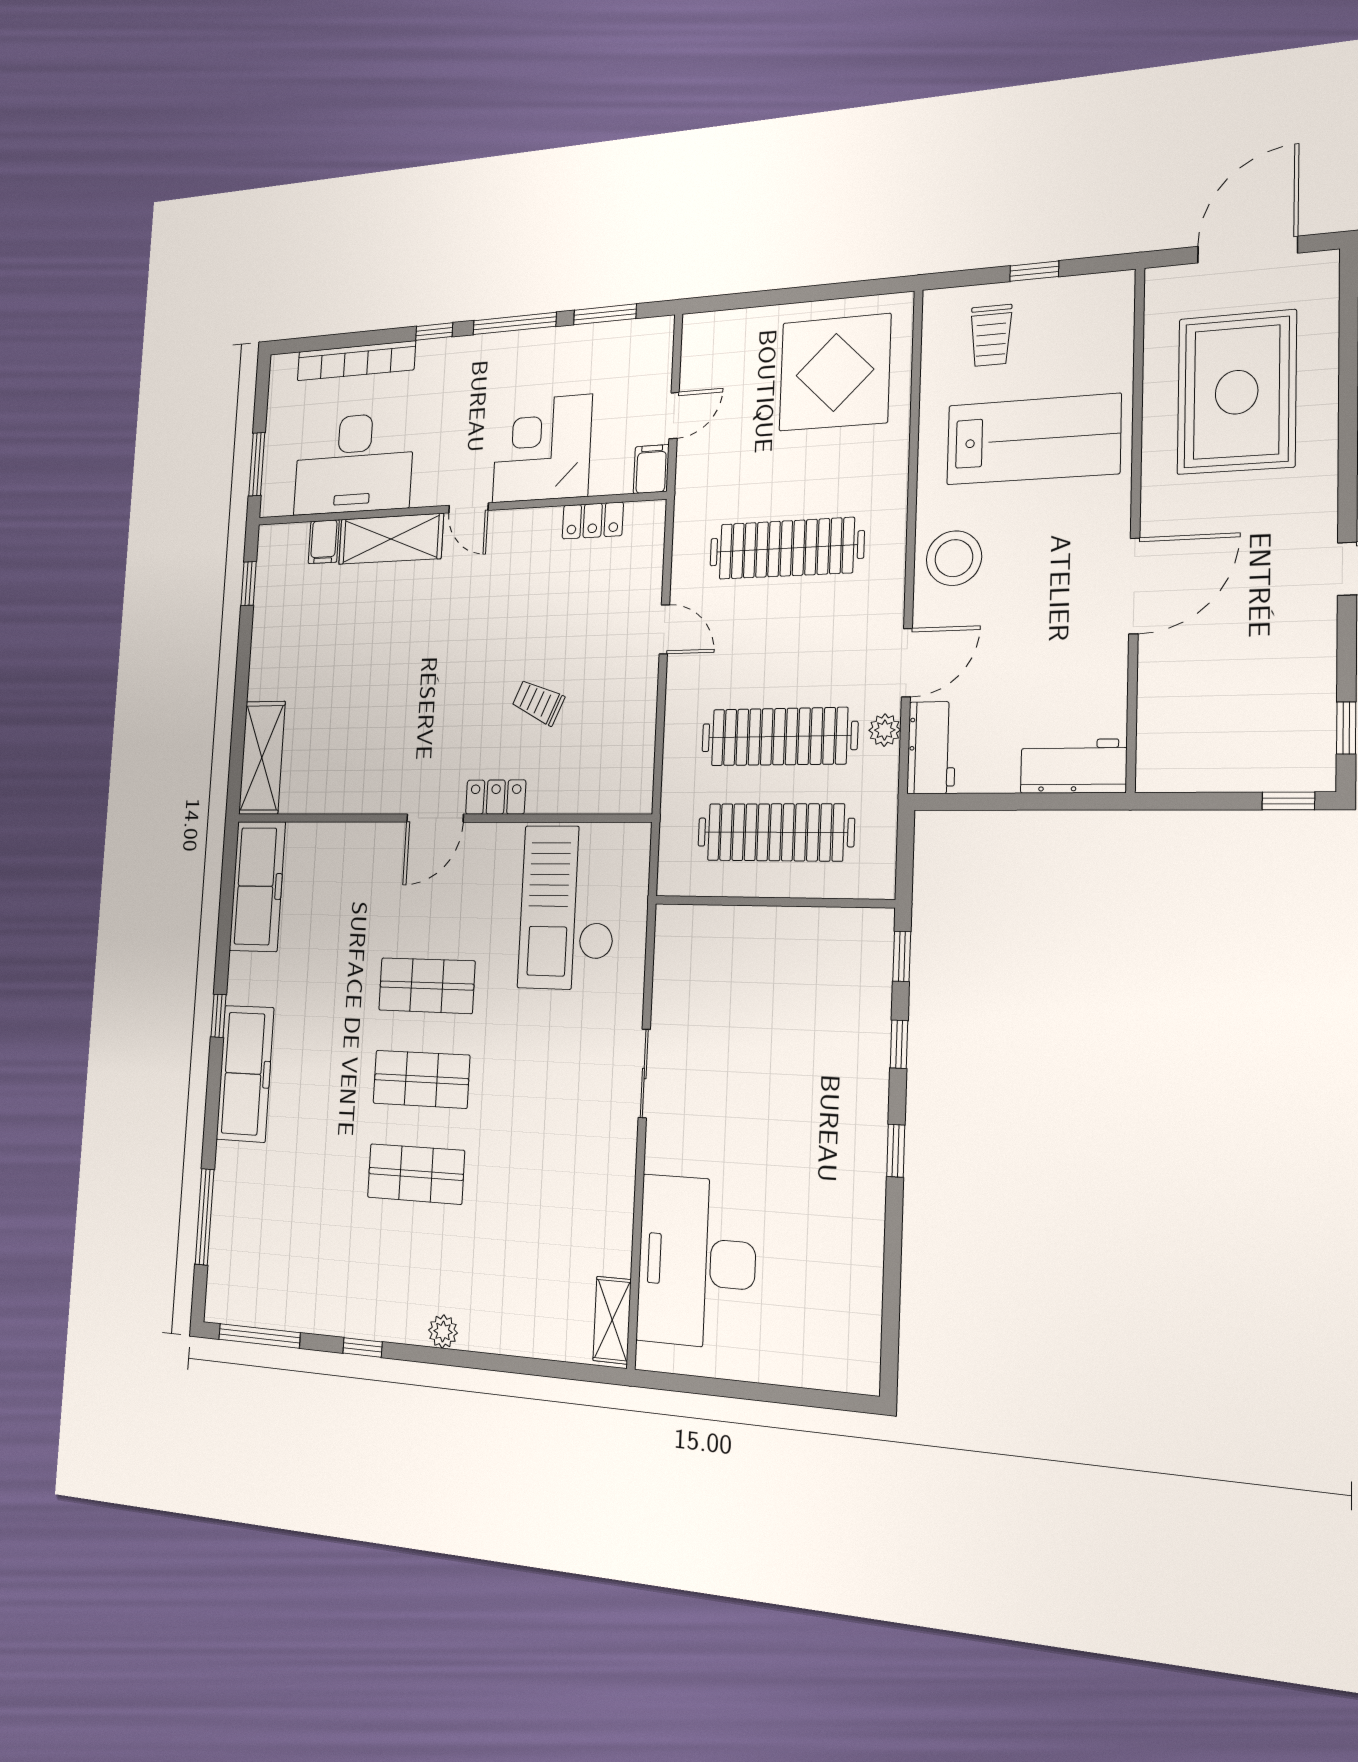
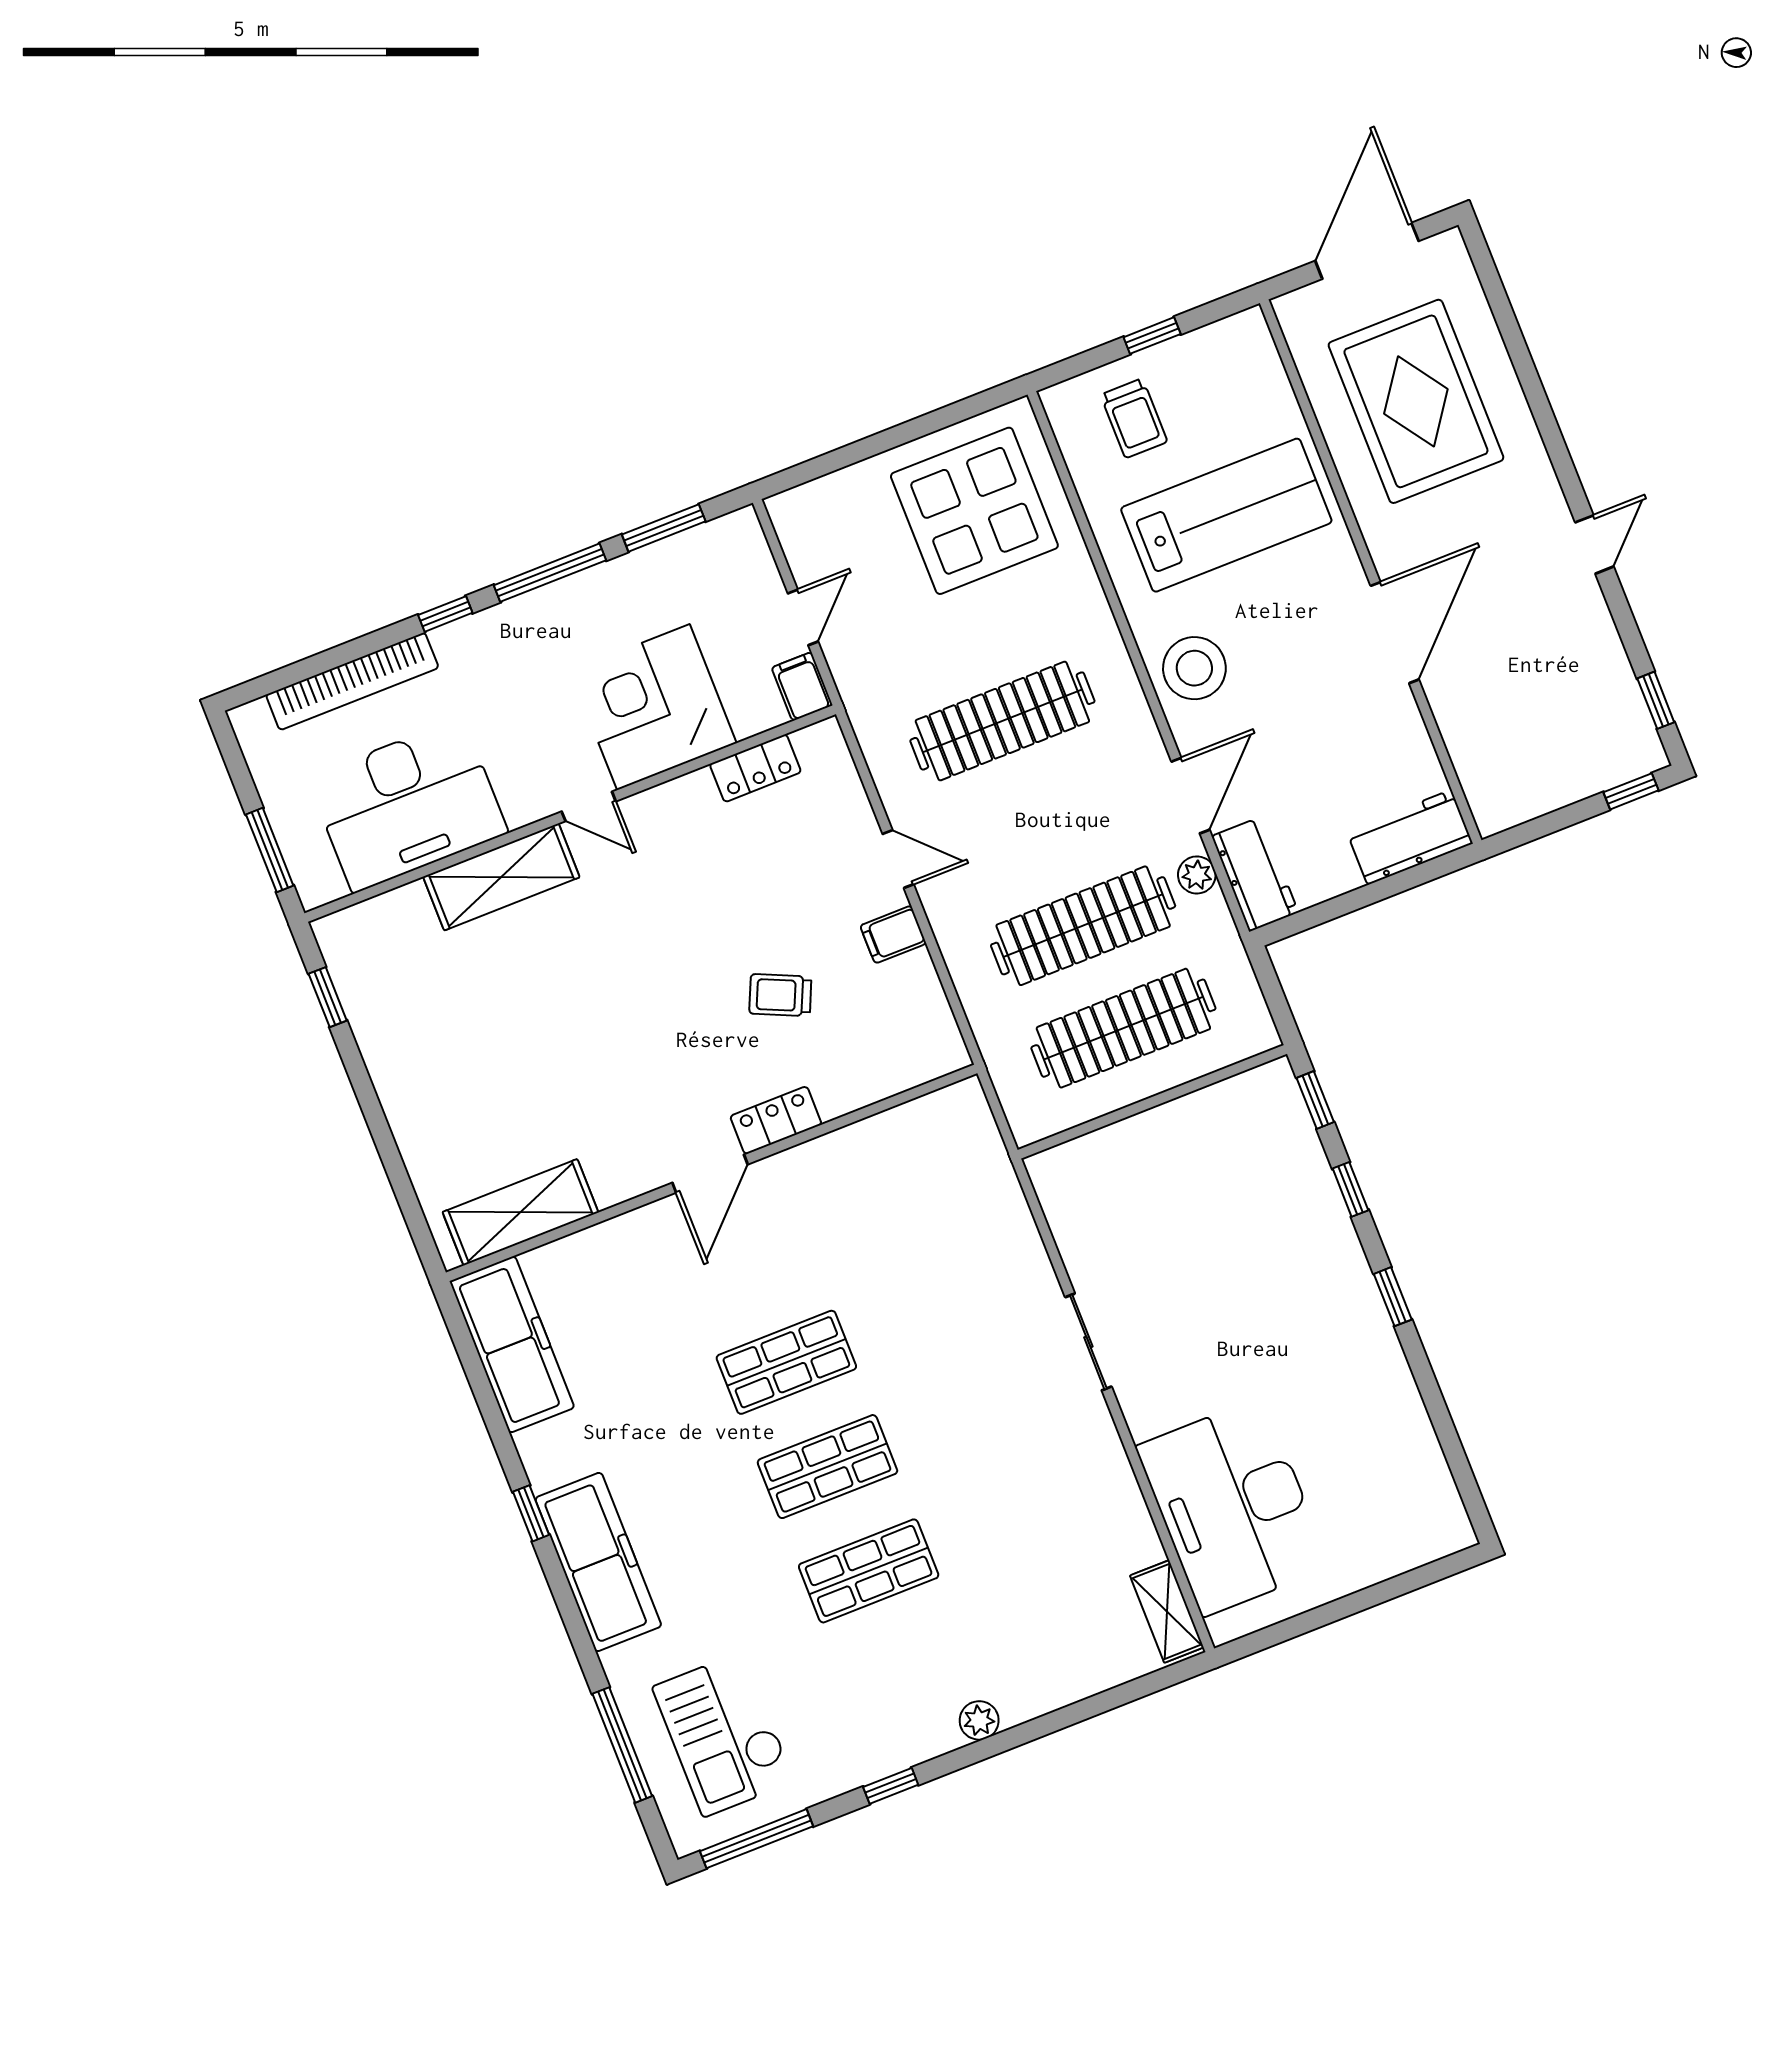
filing cabinet: (324, 542) -> (893, 935), moved, turned 90
shelving: (262, 758) -> (520, 1212), moved, turned 90
checkout: (568, 907) -> (724, 1734), moved, width x0.73, depth x0.83

